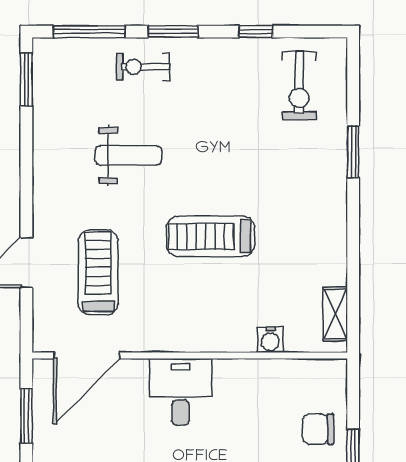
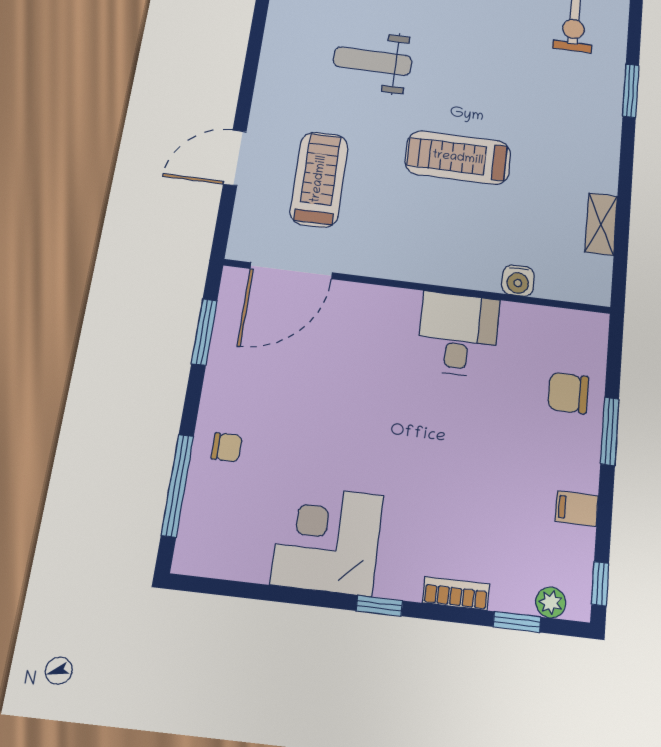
weight bench: (128, 155) -> (373, 61), turned 180
shelving: (335, 314) -> (601, 224), moved
desk: (181, 392) -> (458, 334), moved

